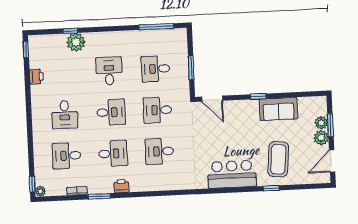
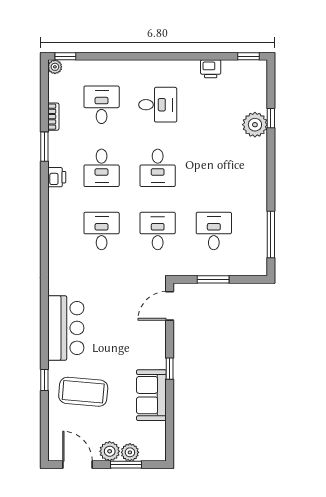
desk: (109, 71) -> (214, 168), removed
desk: (65, 114) -> (158, 105), turned 180

